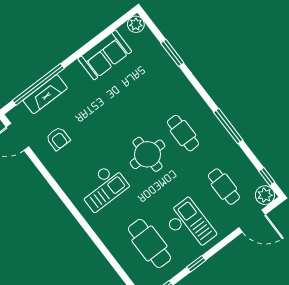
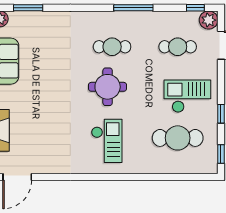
window: (172, 53) -> (28, 8), moved
armchair: (58, 139) -> (42, 147), removed

